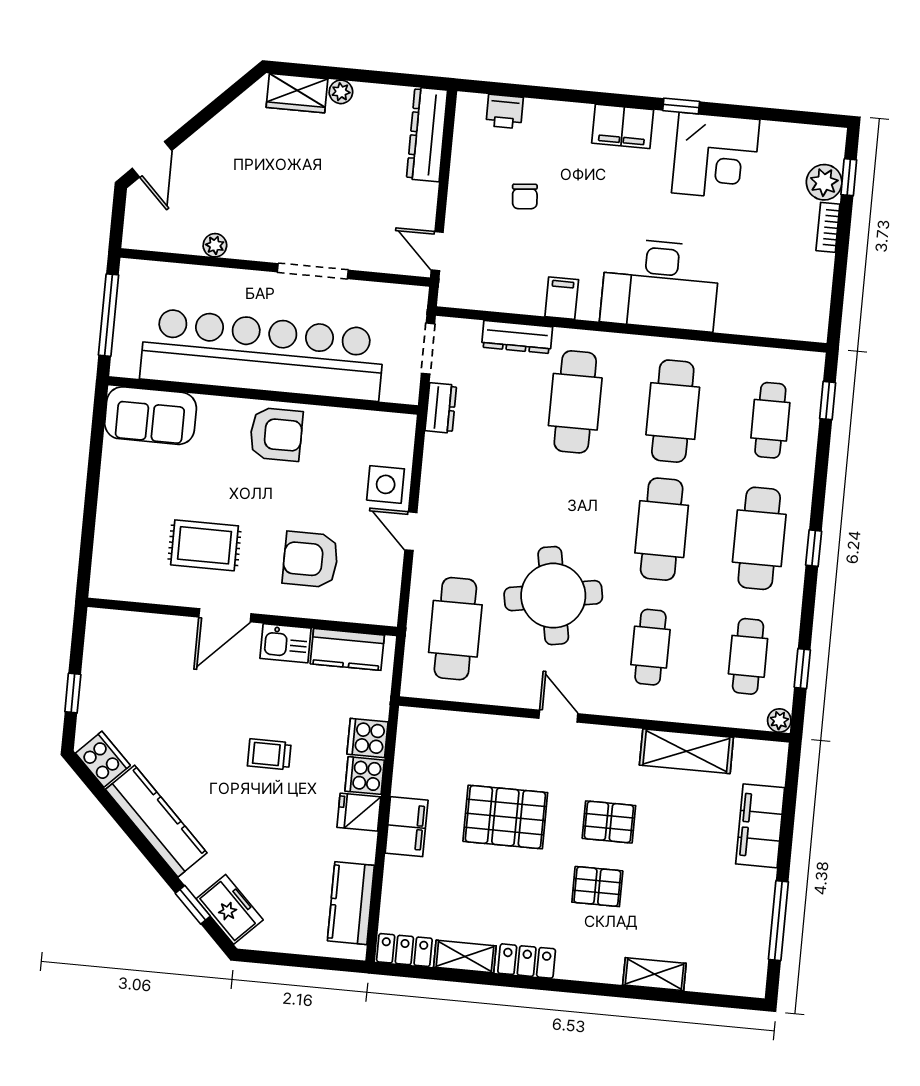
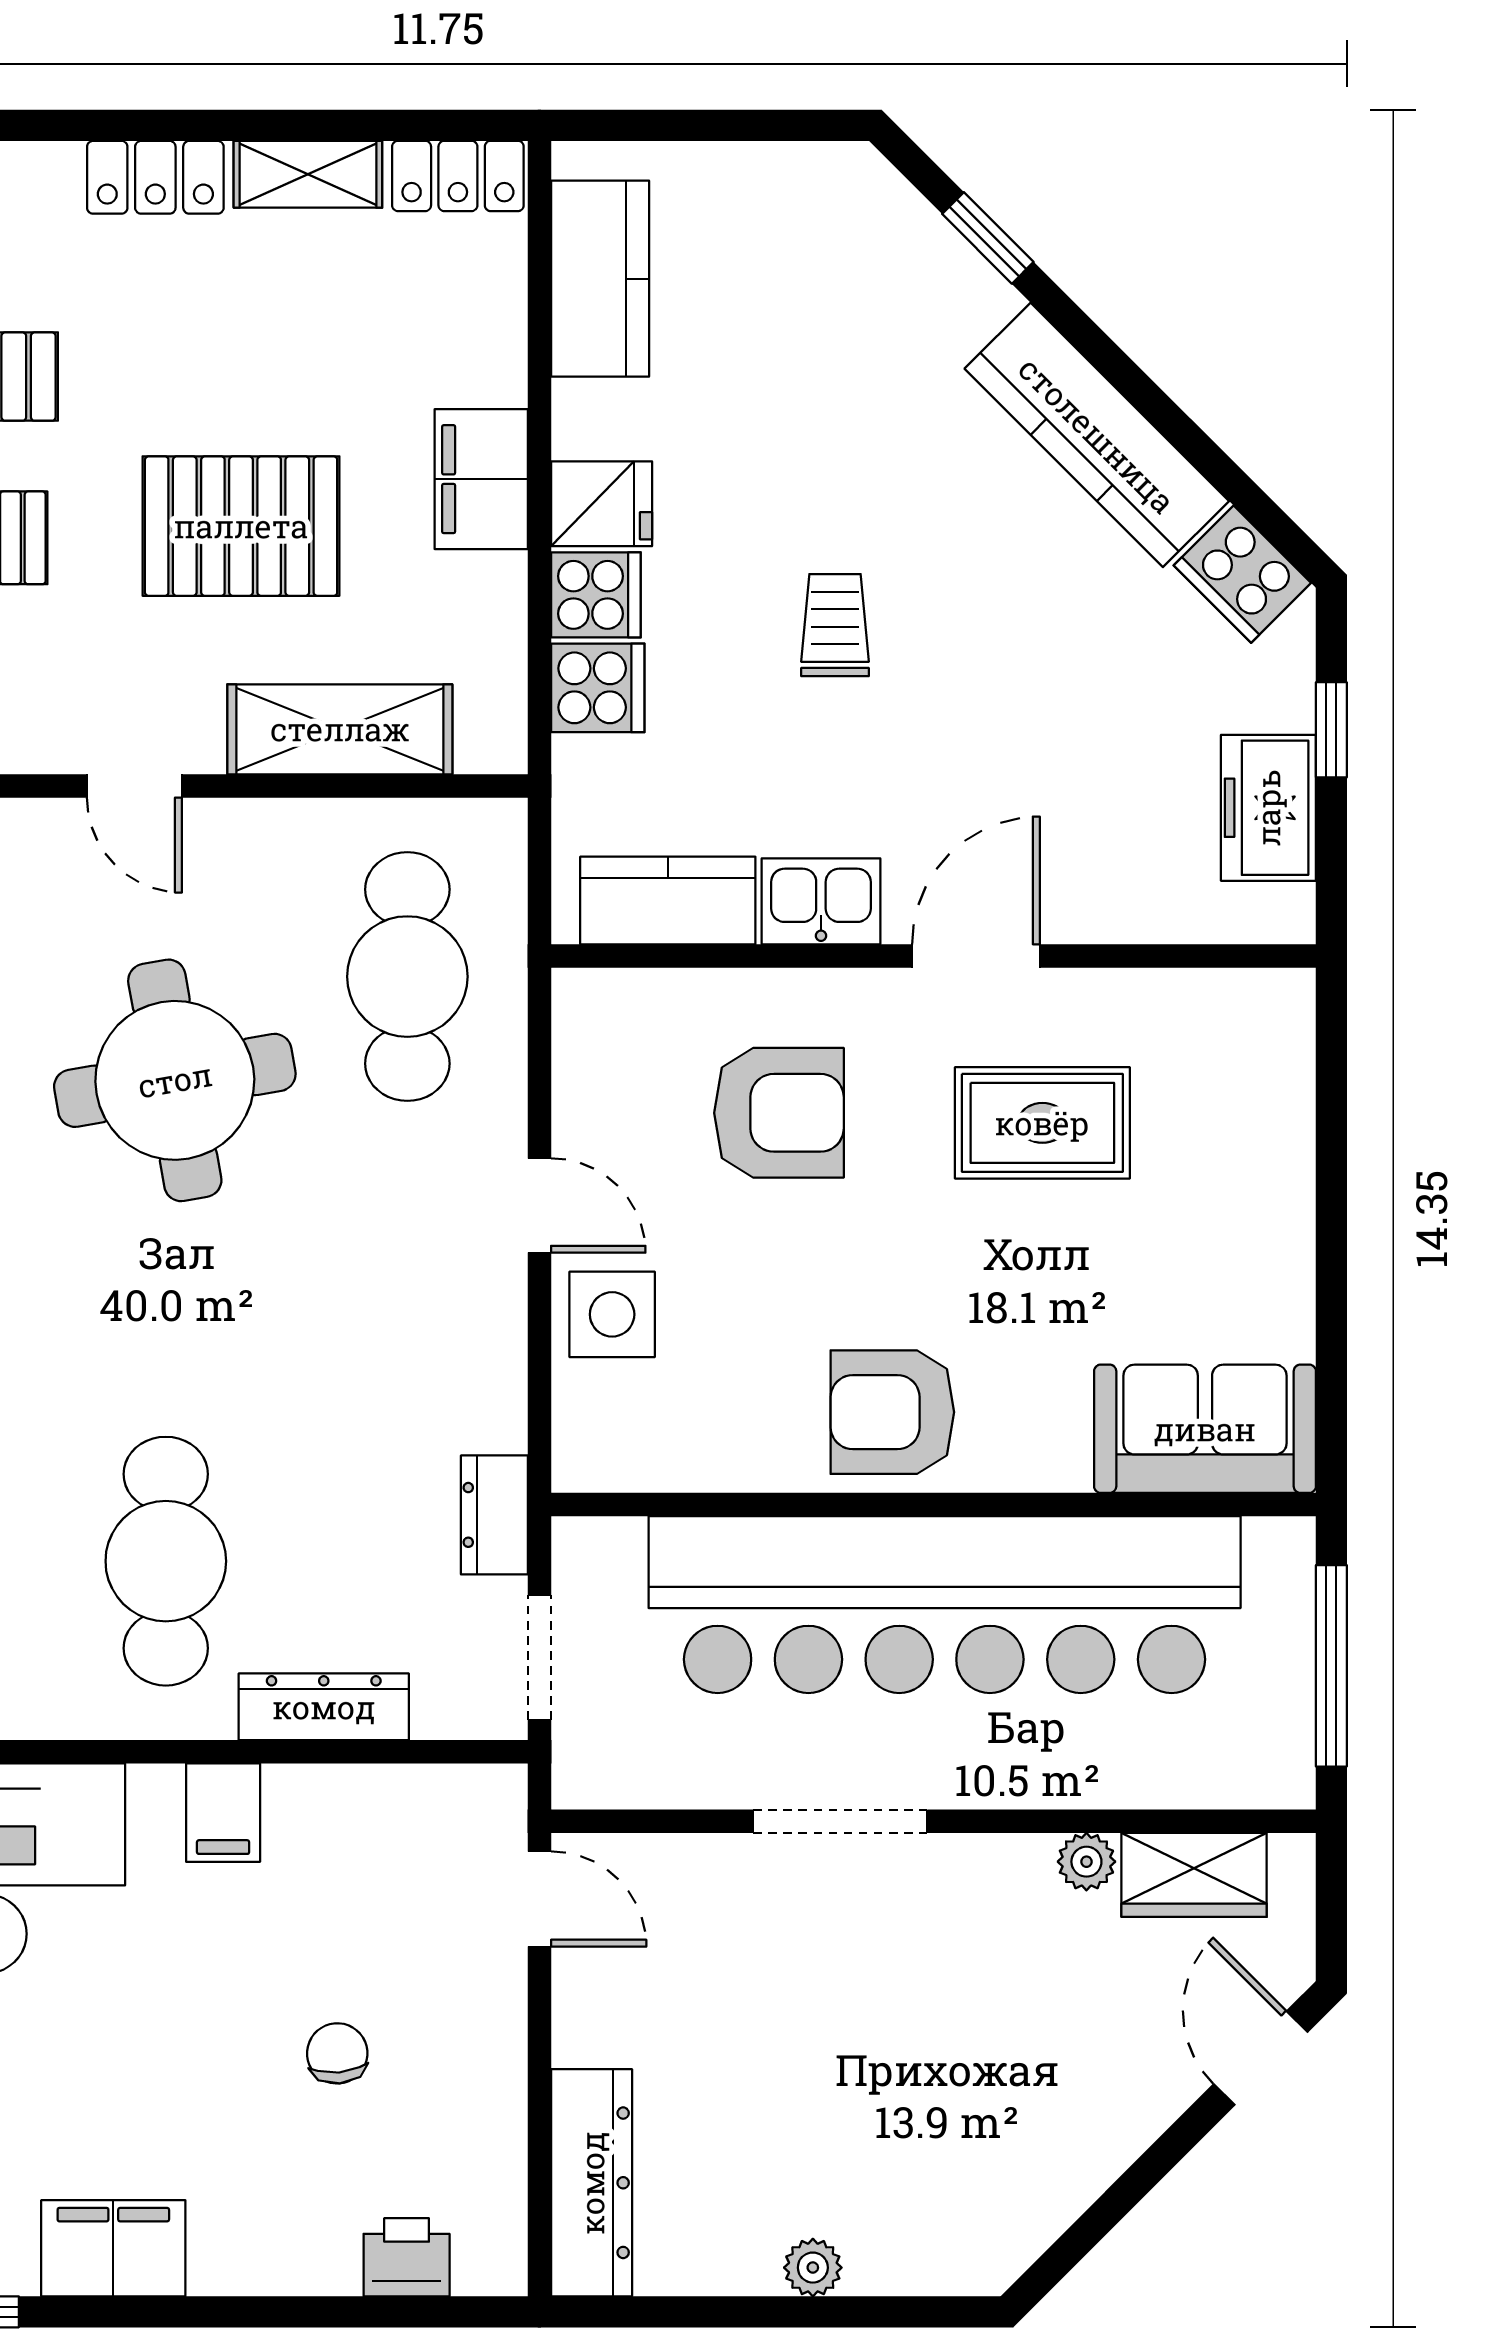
wardrobe: (297, 93) -> (1194, 1875), moved, turned 180
shelving: (473, 731) -> (340, 729), added
trolley: (269, 754) -> (835, 625), turned -90
freezer: (230, 909) -> (1268, 808), moved, turned 45

